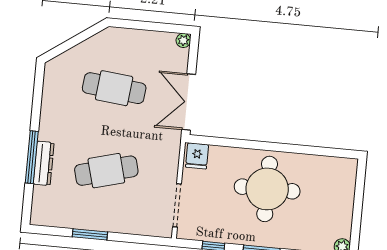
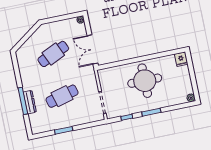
cafe table: (114, 88) -> (53, 54), turned -30
fridge: (197, 156) -> (181, 59), moved

